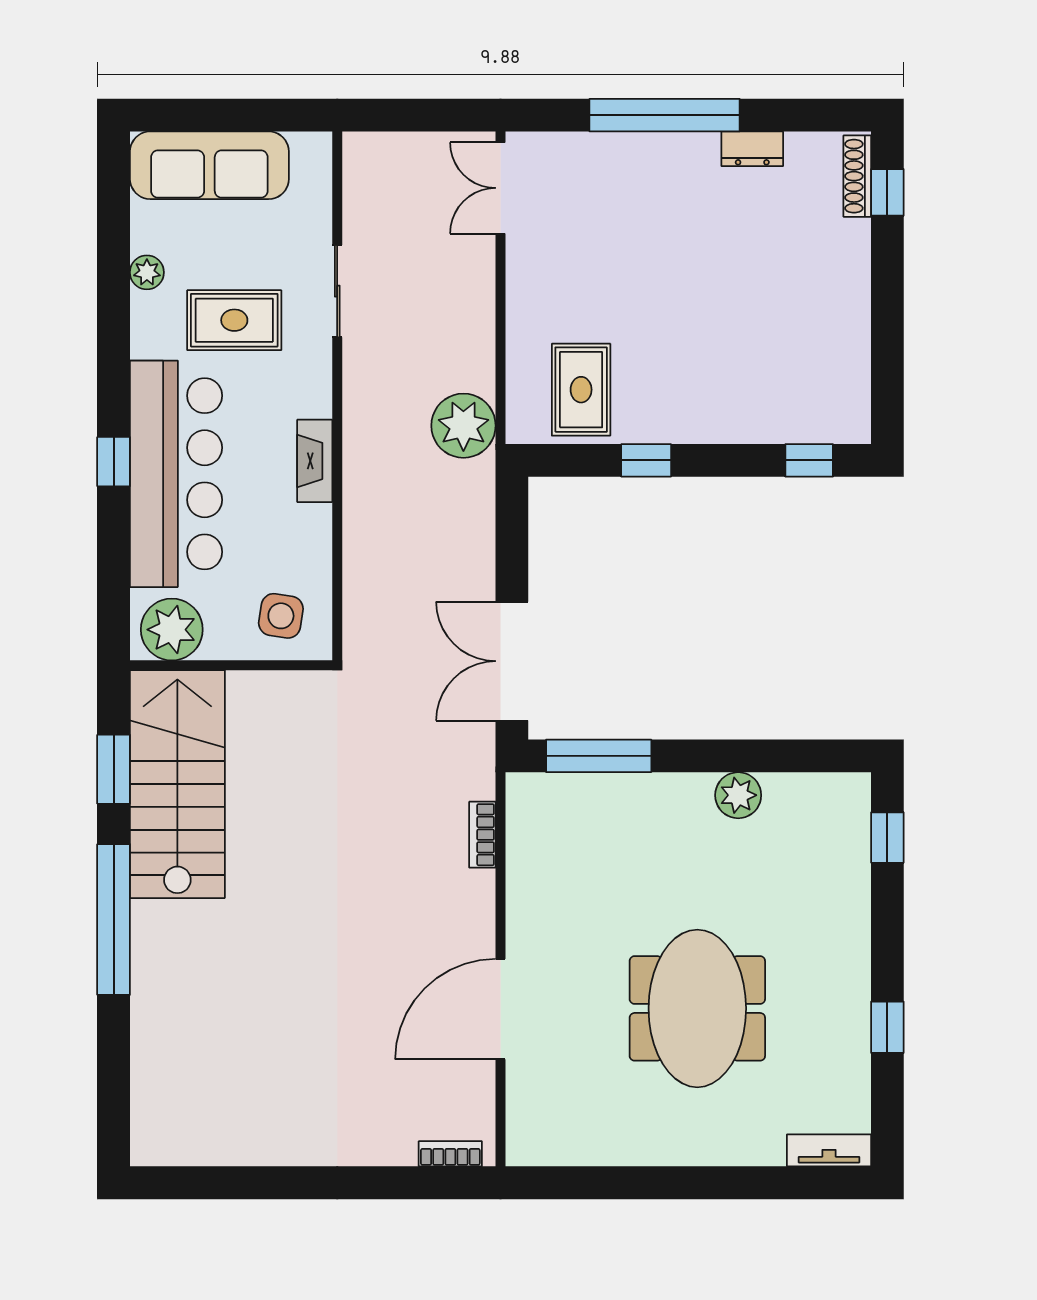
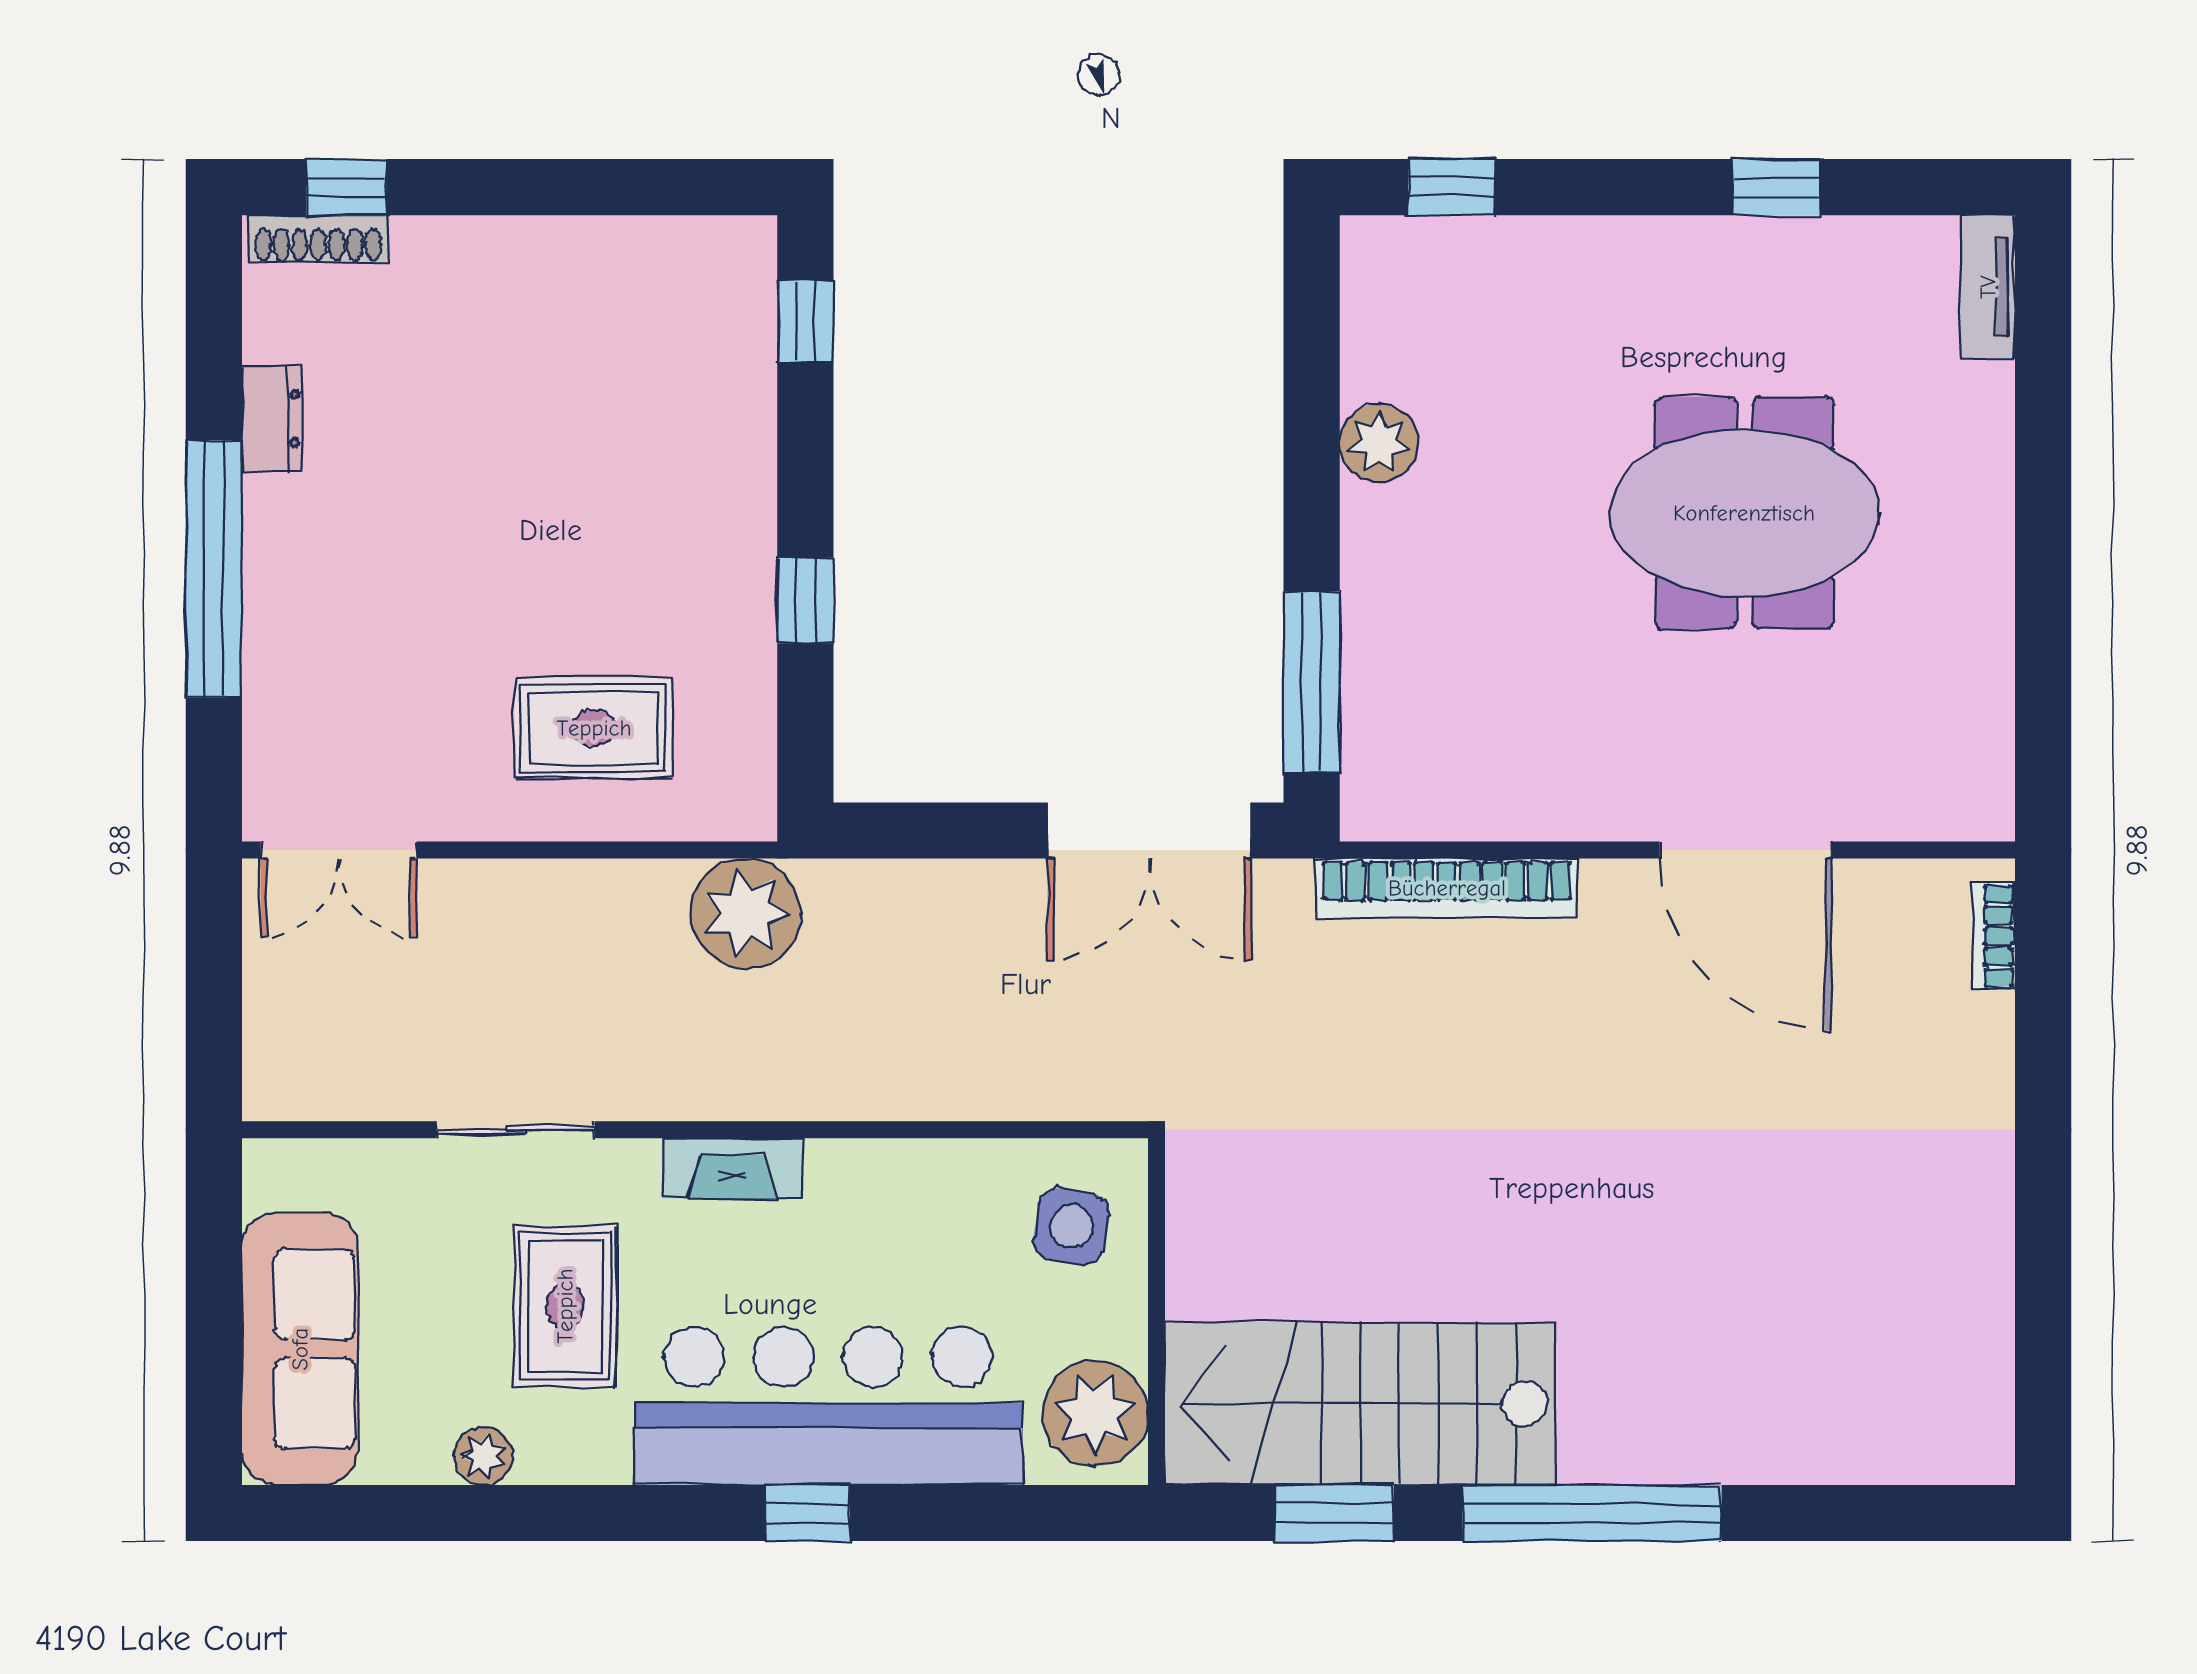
rug: (581, 390) -> (594, 728), moved
fireplace: (315, 461) -> (732, 1168), moved
bookcase: (482, 835) -> (1447, 888), width x2.31, depth x1.31

